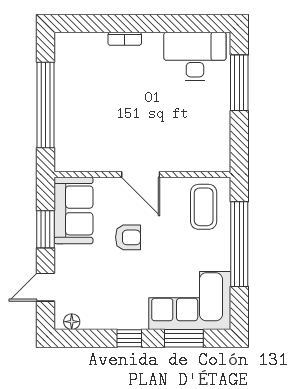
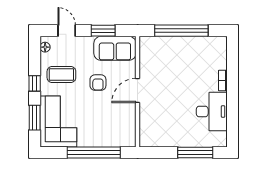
desk: (195, 57) -> (212, 112), moved
coffee table: (204, 207) -> (61, 75), moved

